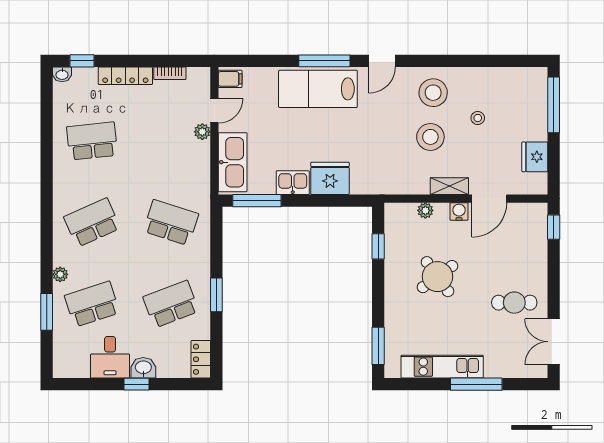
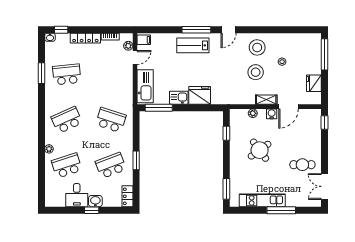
lab bench: (318, 89) -> (193, 45), width x0.73, depth x0.72
plant: (202, 132) -> (128, 46), moved
window: (47, 312) -> (41, 73), moved

